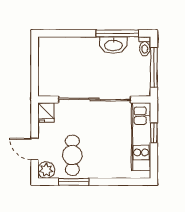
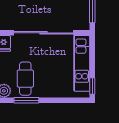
window: (154, 133) -> (92, 86), moved

